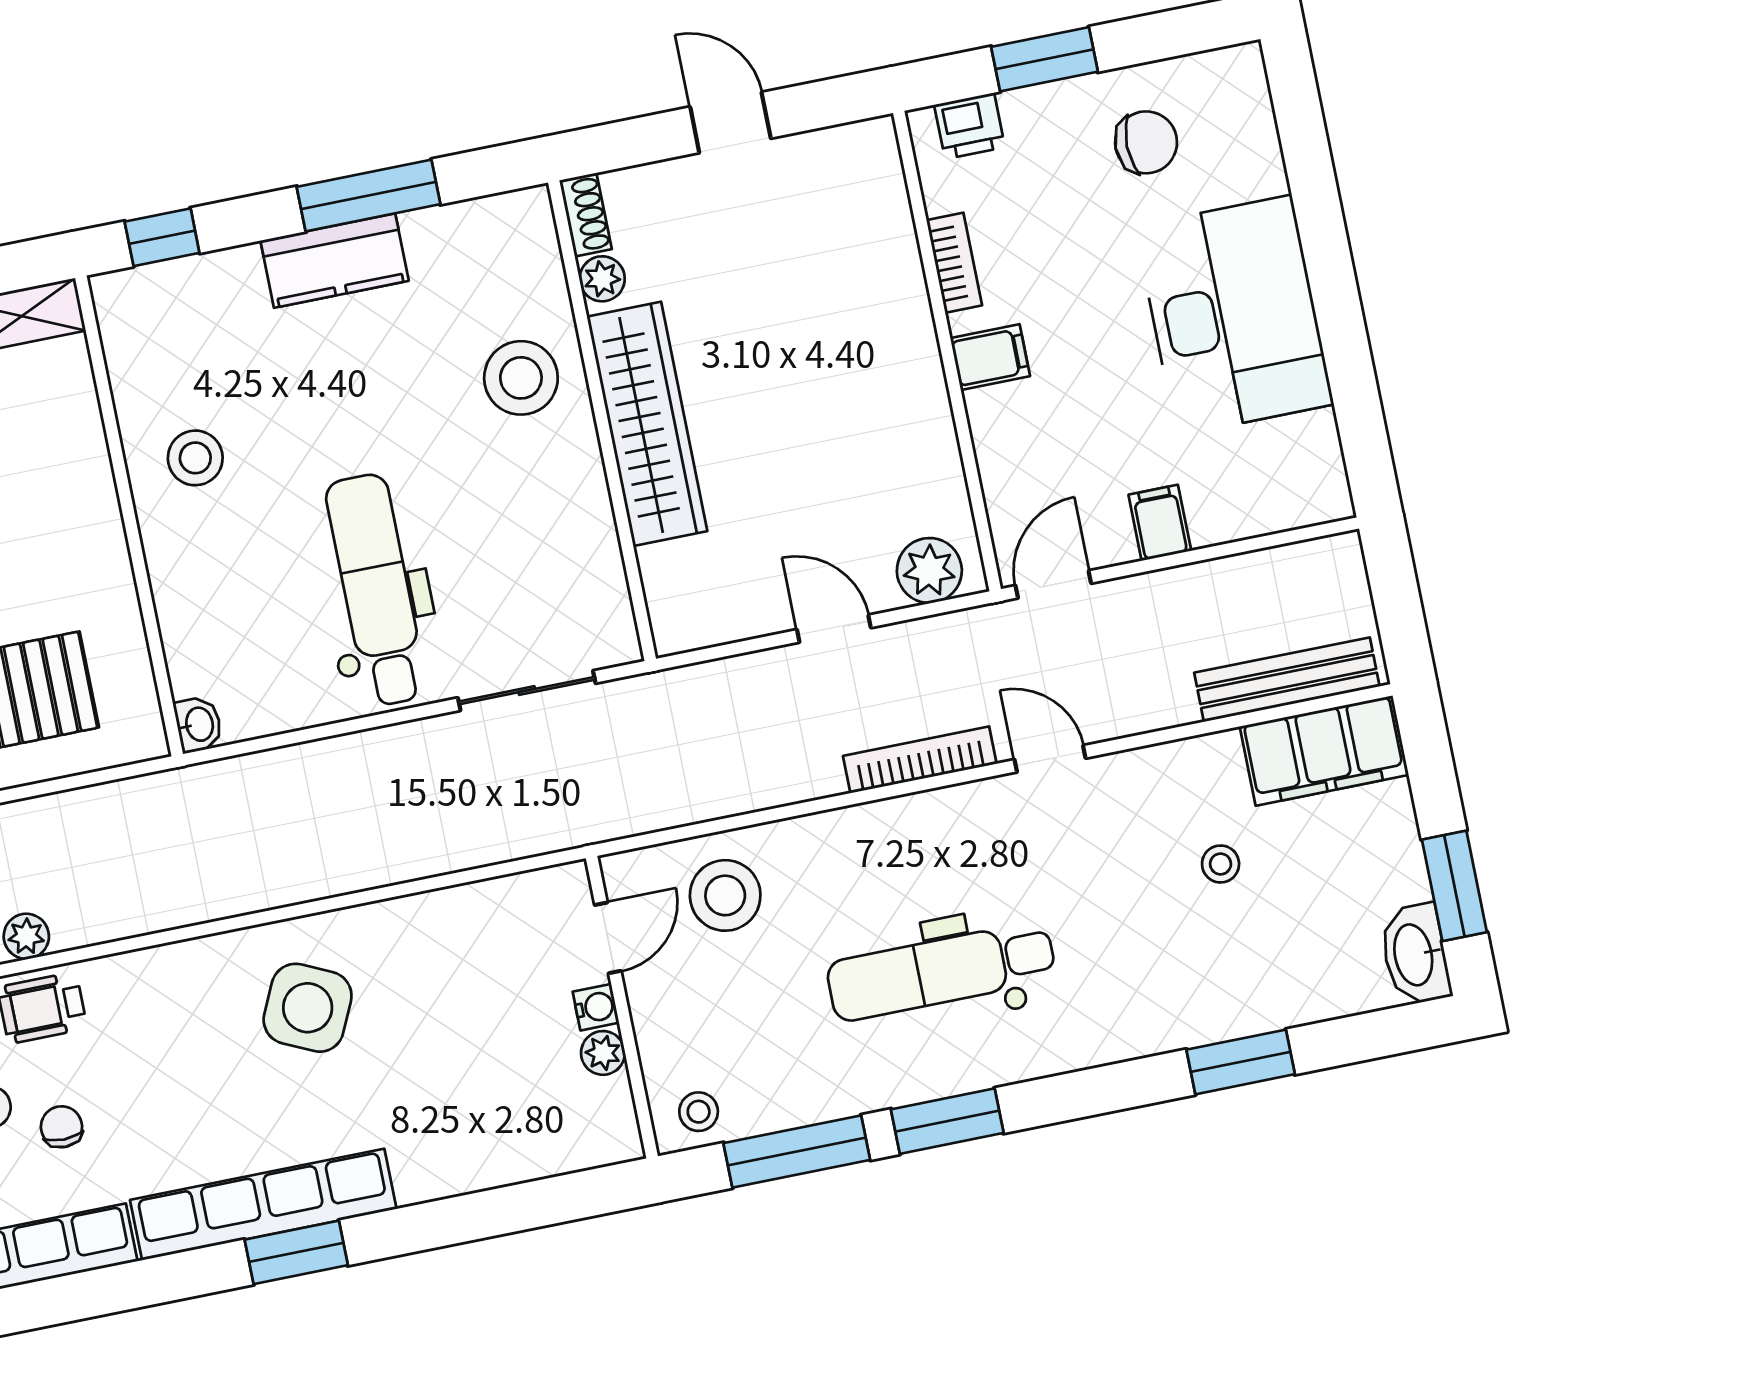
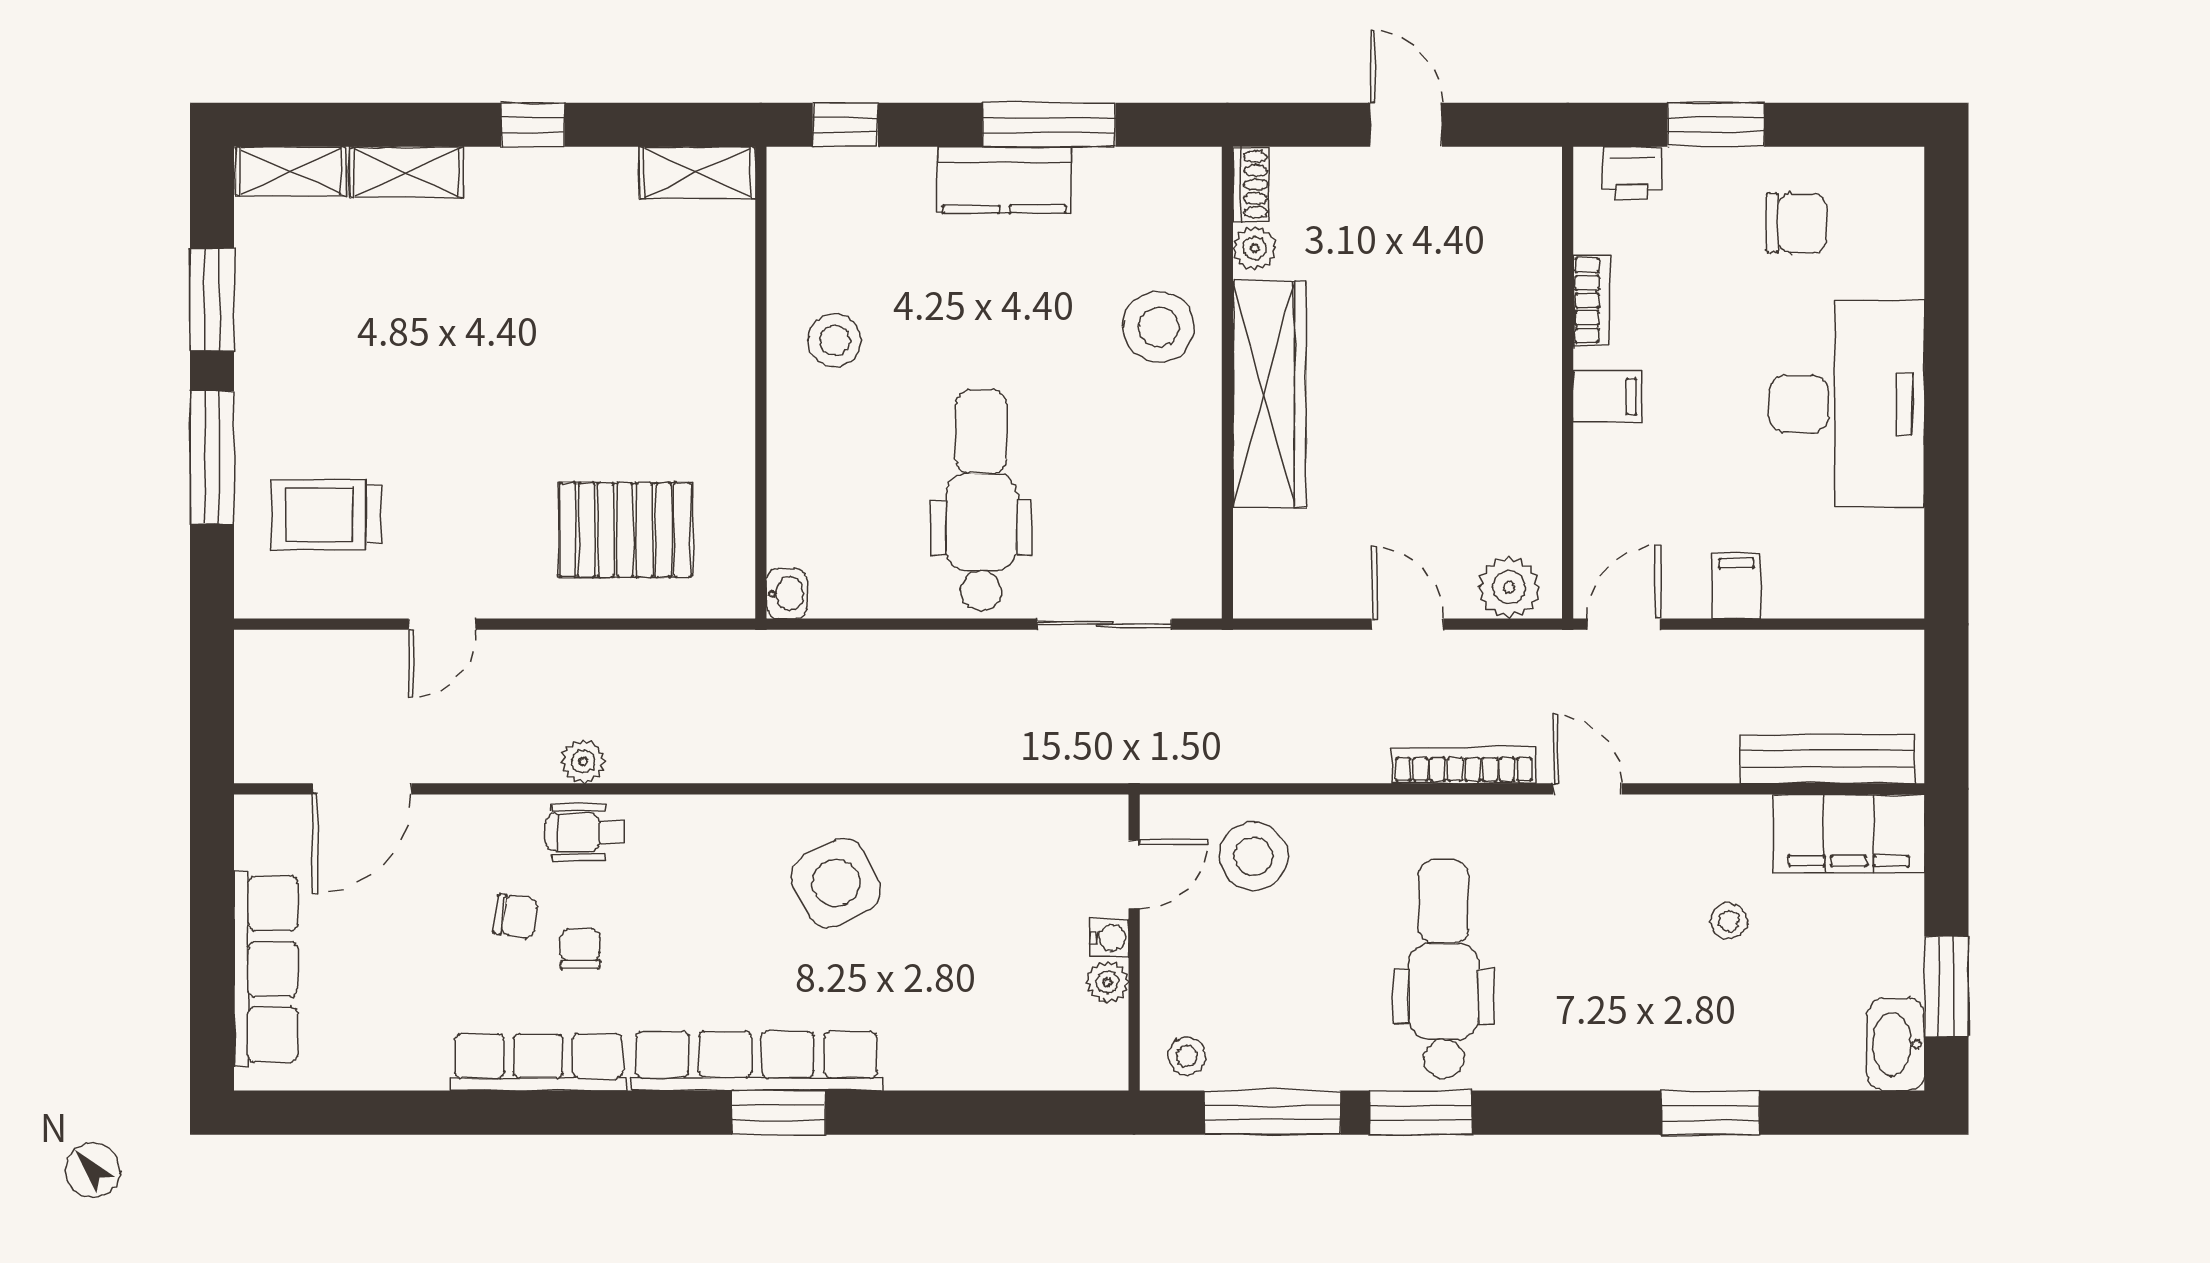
dental chair: (941, 971) -> (1444, 969), turned 90
side table: (308, 1008) -> (836, 883), turned 38

